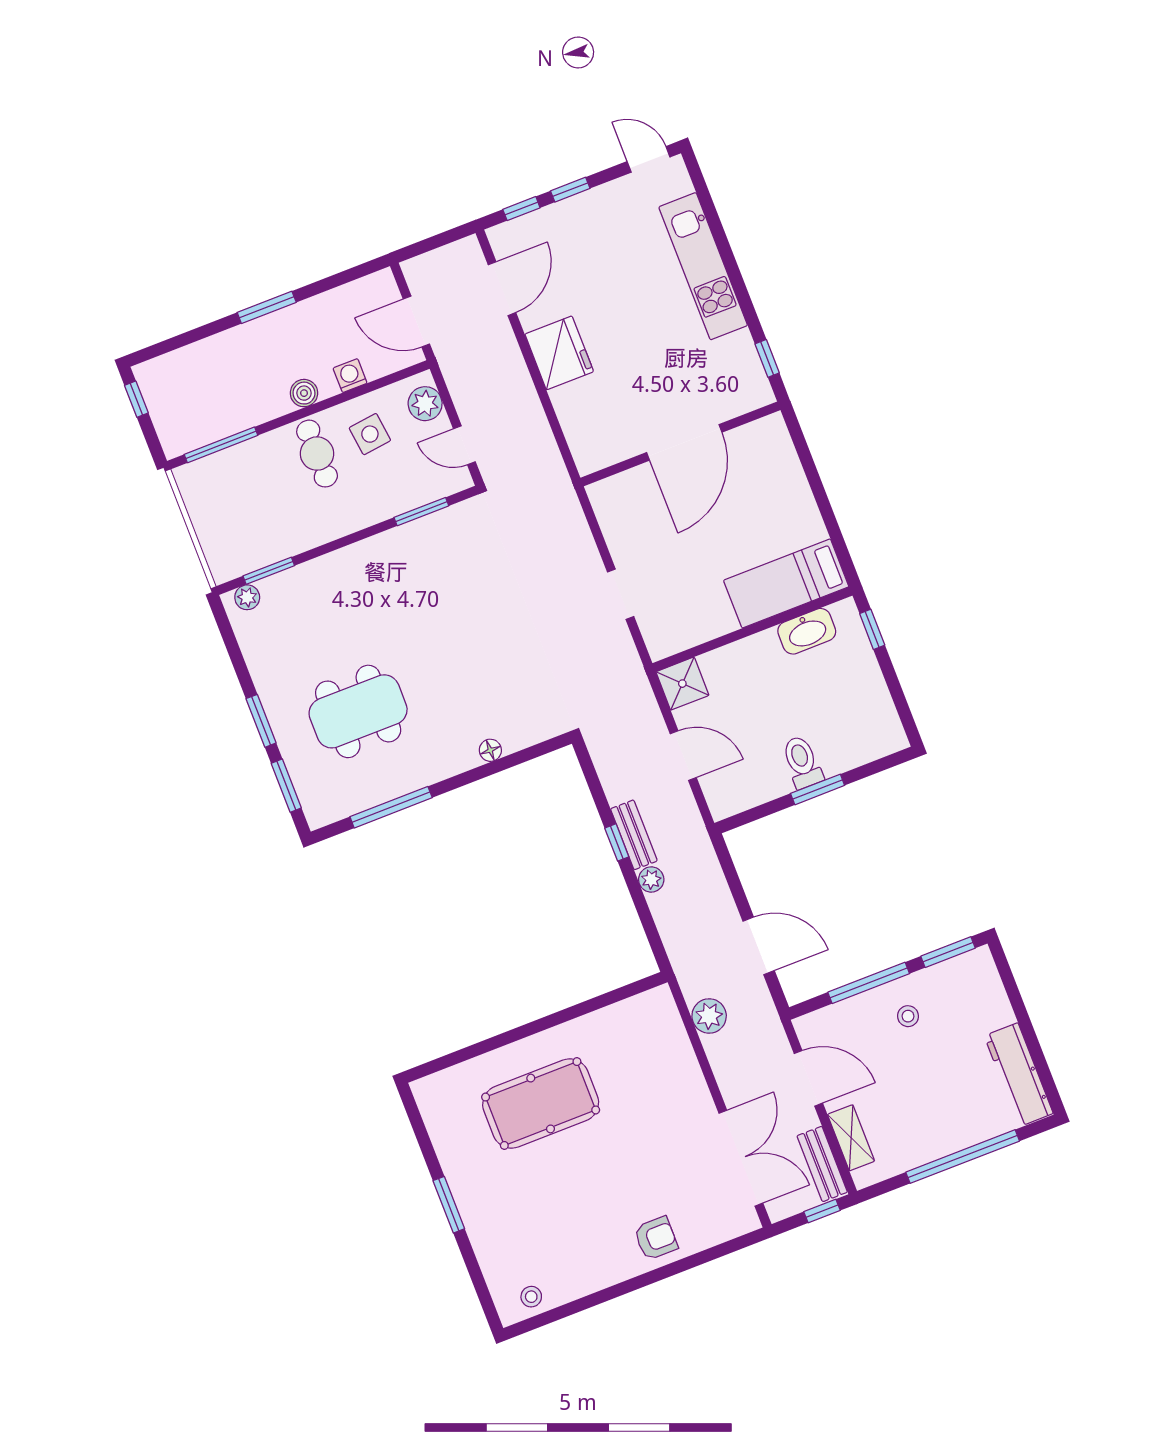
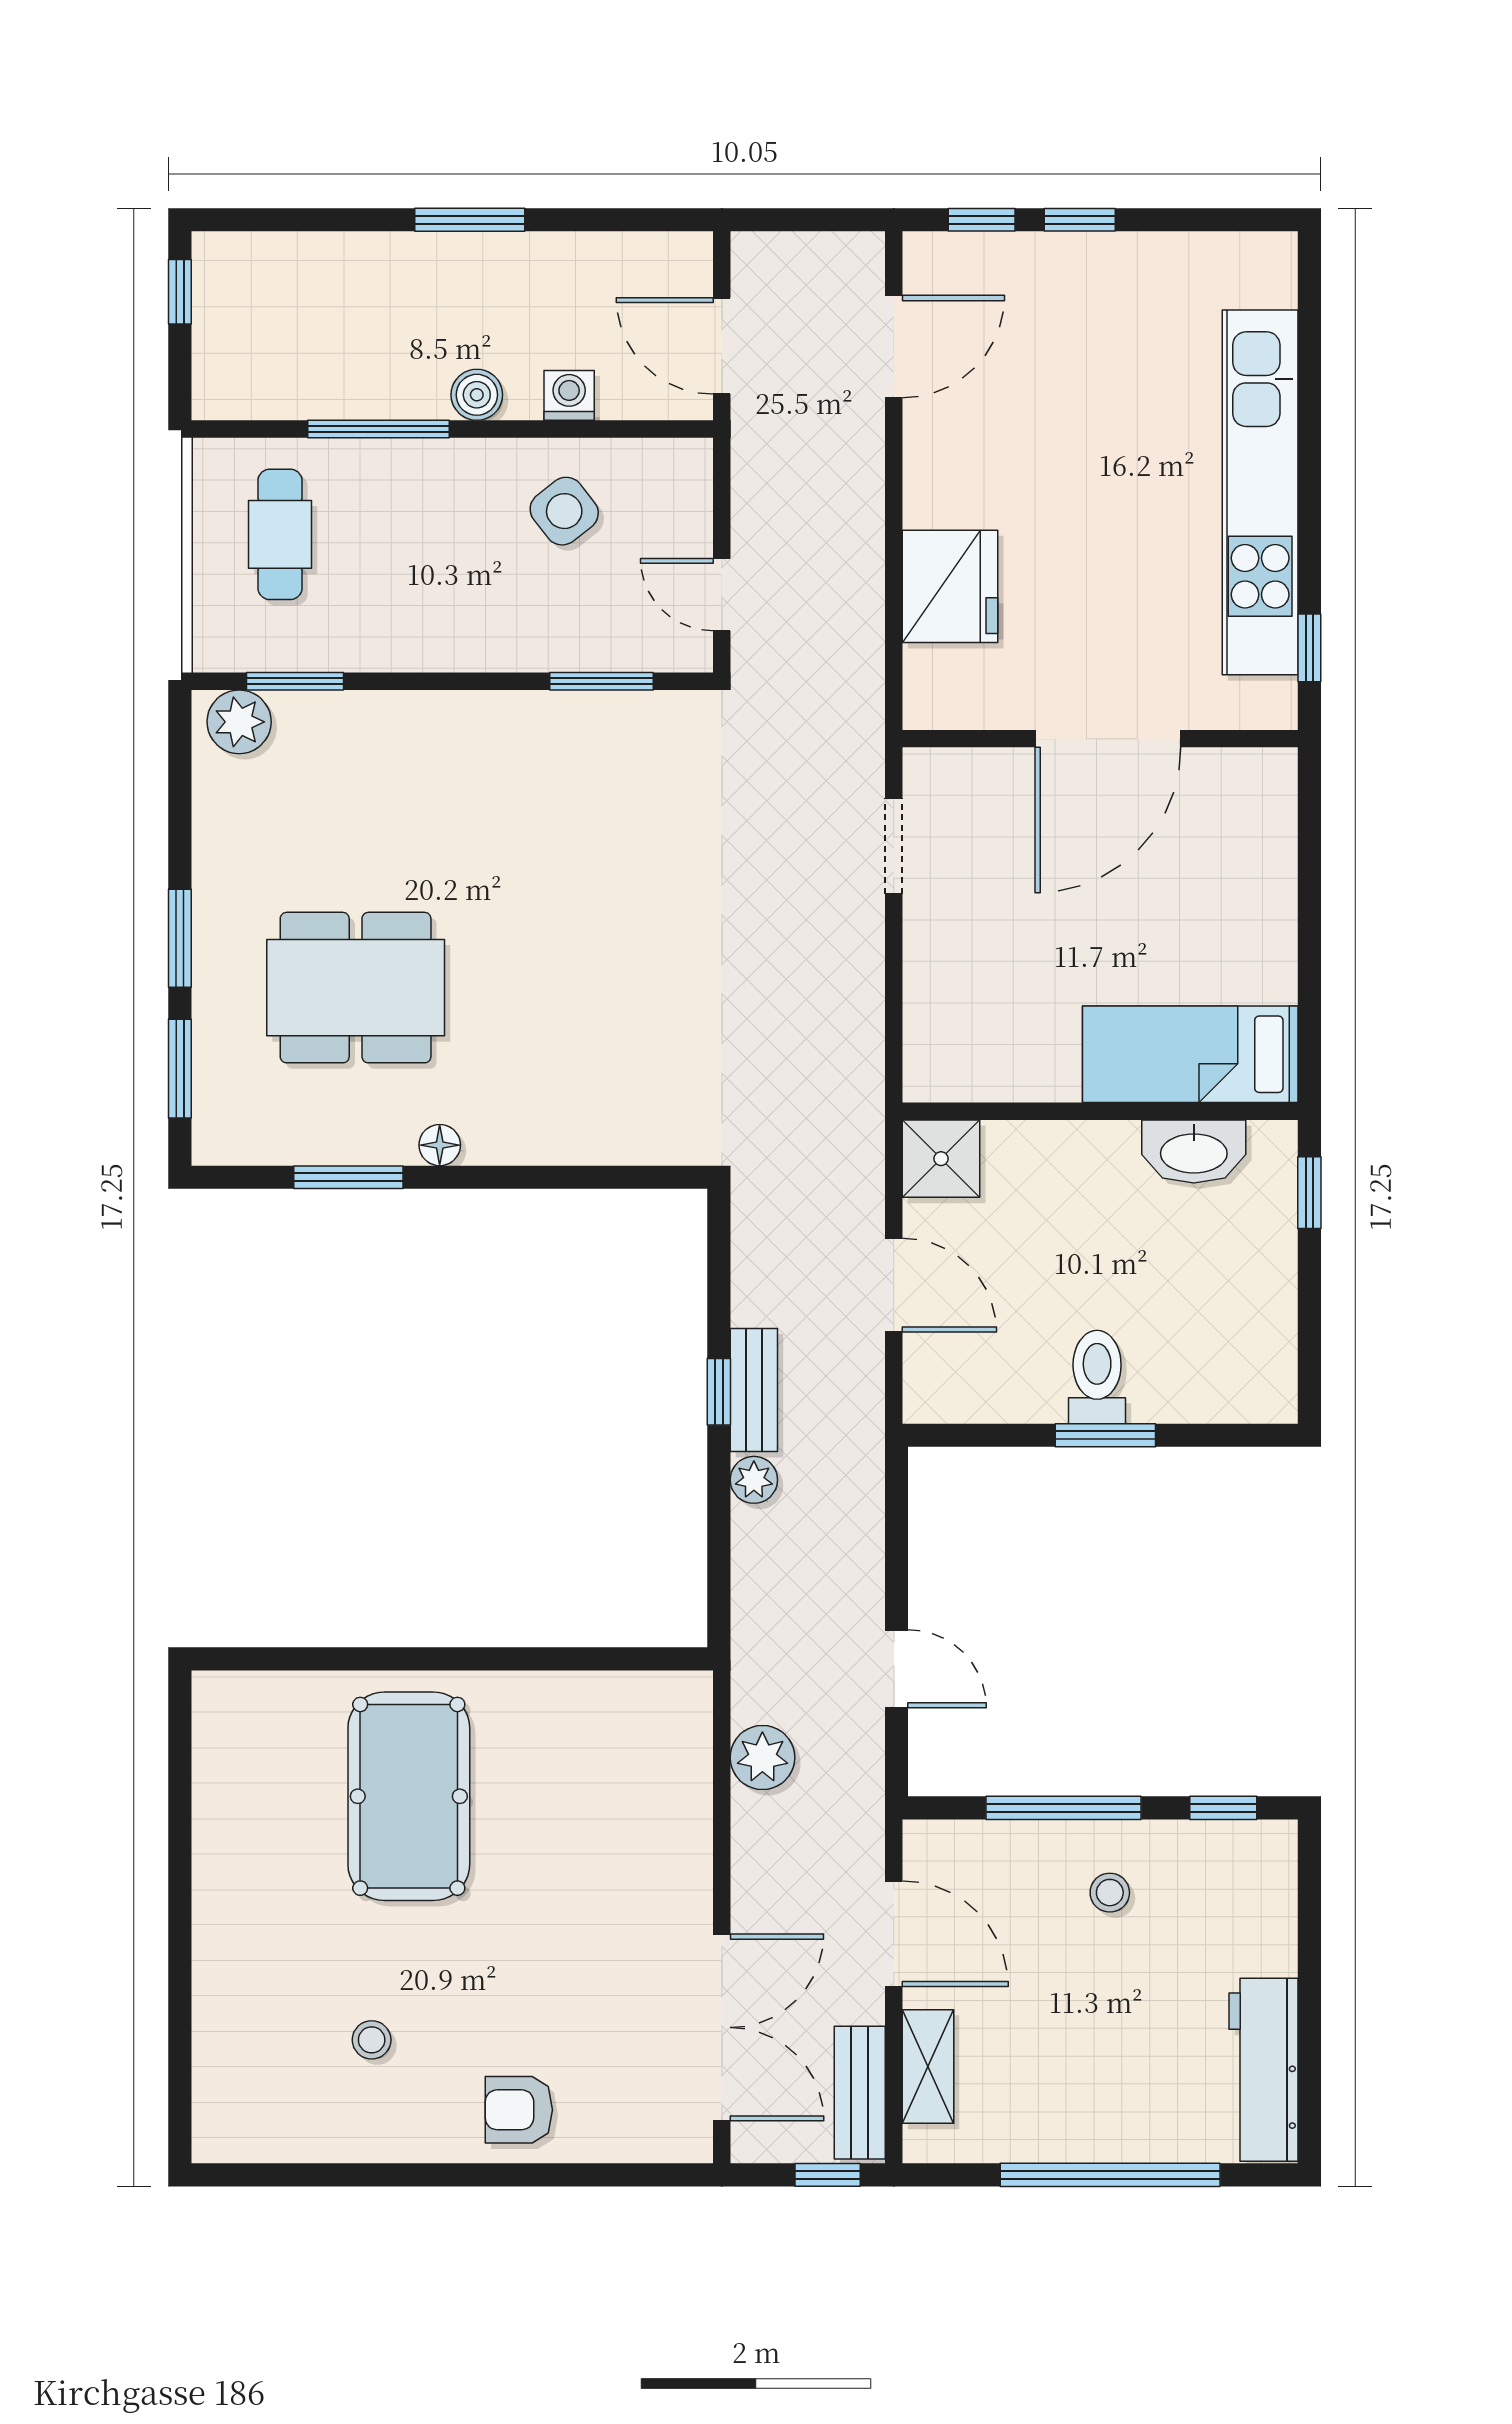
door: (649, 159) -> (1237, 220), removed
kitchen unit: (703, 266) -> (1260, 492), width x1.36
fridge: (559, 353) -> (950, 586), moved
plant: (425, 404) -> (681, 495), removed
side table: (370, 434) -> (564, 511), turned -31
window: (221, 445) -> (379, 429), moved
cafe table: (317, 454) -> (280, 534), moved
doorway: (621, 594) -> (894, 846), moved
plant: (247, 597) -> (239, 722), width x1.38, depth x1.38
floor lamp: (490, 750) -> (440, 1145), moved
window: (391, 807) -> (348, 1177), width x0.69
door: (759, 946) -> (897, 1669), width x0.73
window: (948, 952) -> (1223, 1808), width x0.67
pool table: (541, 1104) -> (409, 1796), turned 90
window: (449, 1205) -> (180, 1911), removed
armchair: (656, 1238) -> (519, 2110), turned 180
stool: (531, 1297) -> (372, 2040), moved

